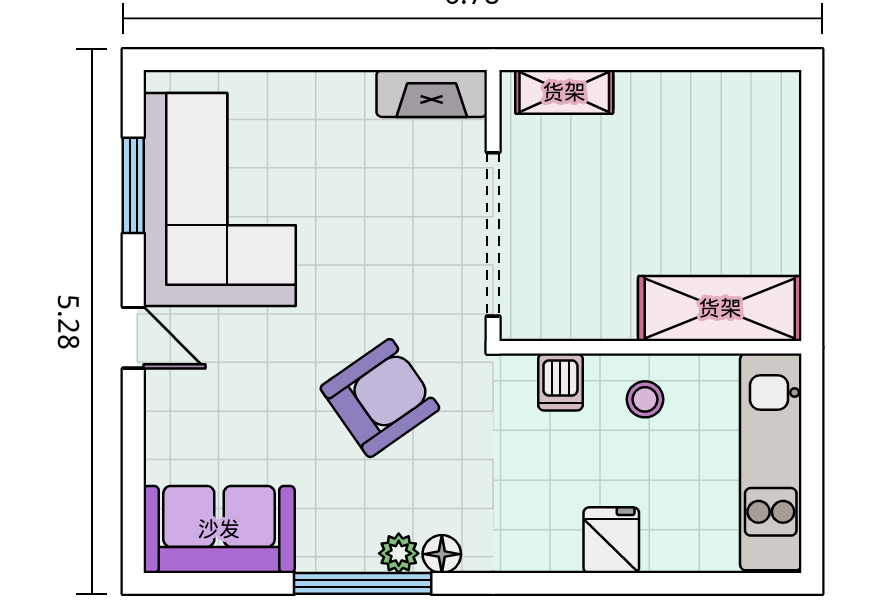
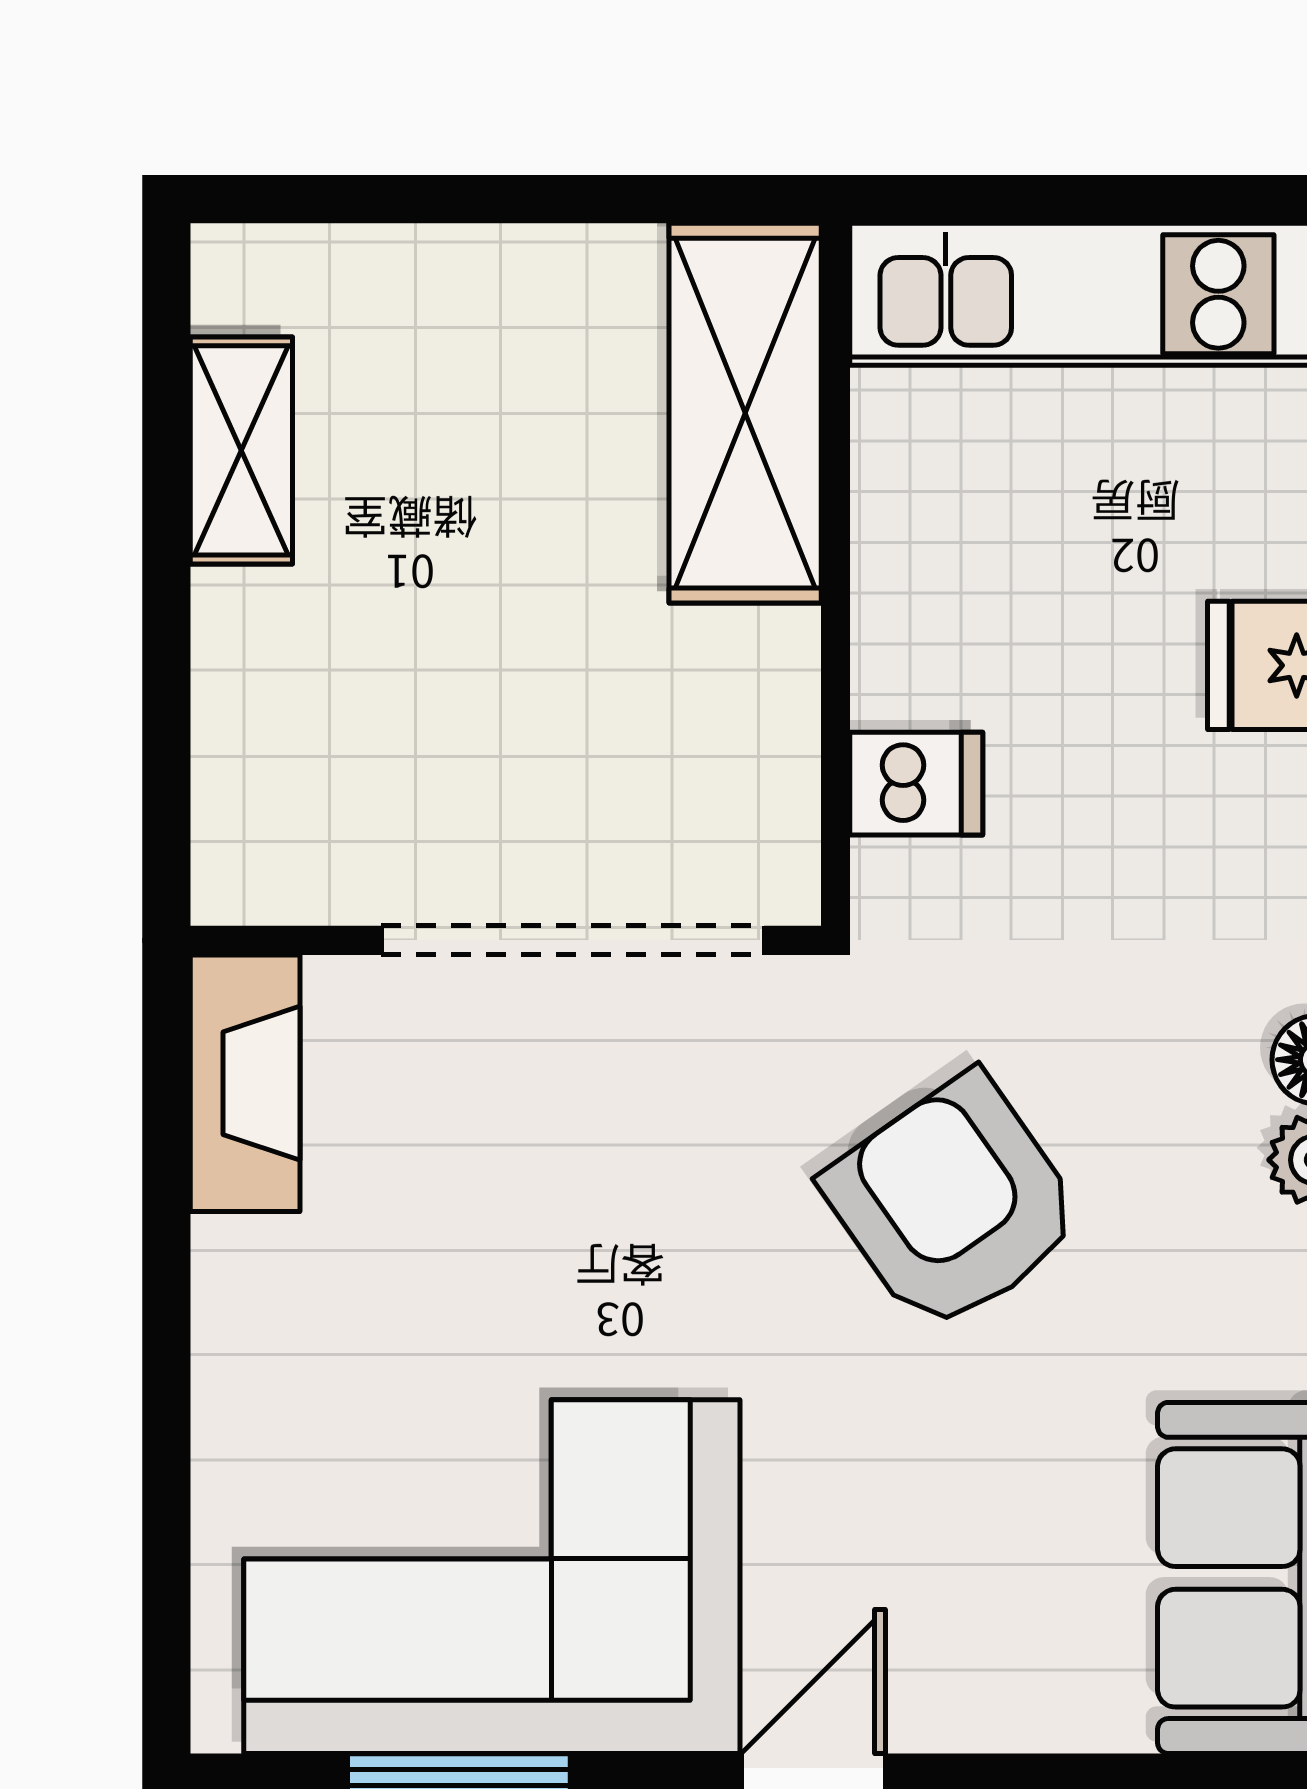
shelving: (564, 92) -> (241, 450), moved
stool: (645, 399) -> (957, 587), removed

